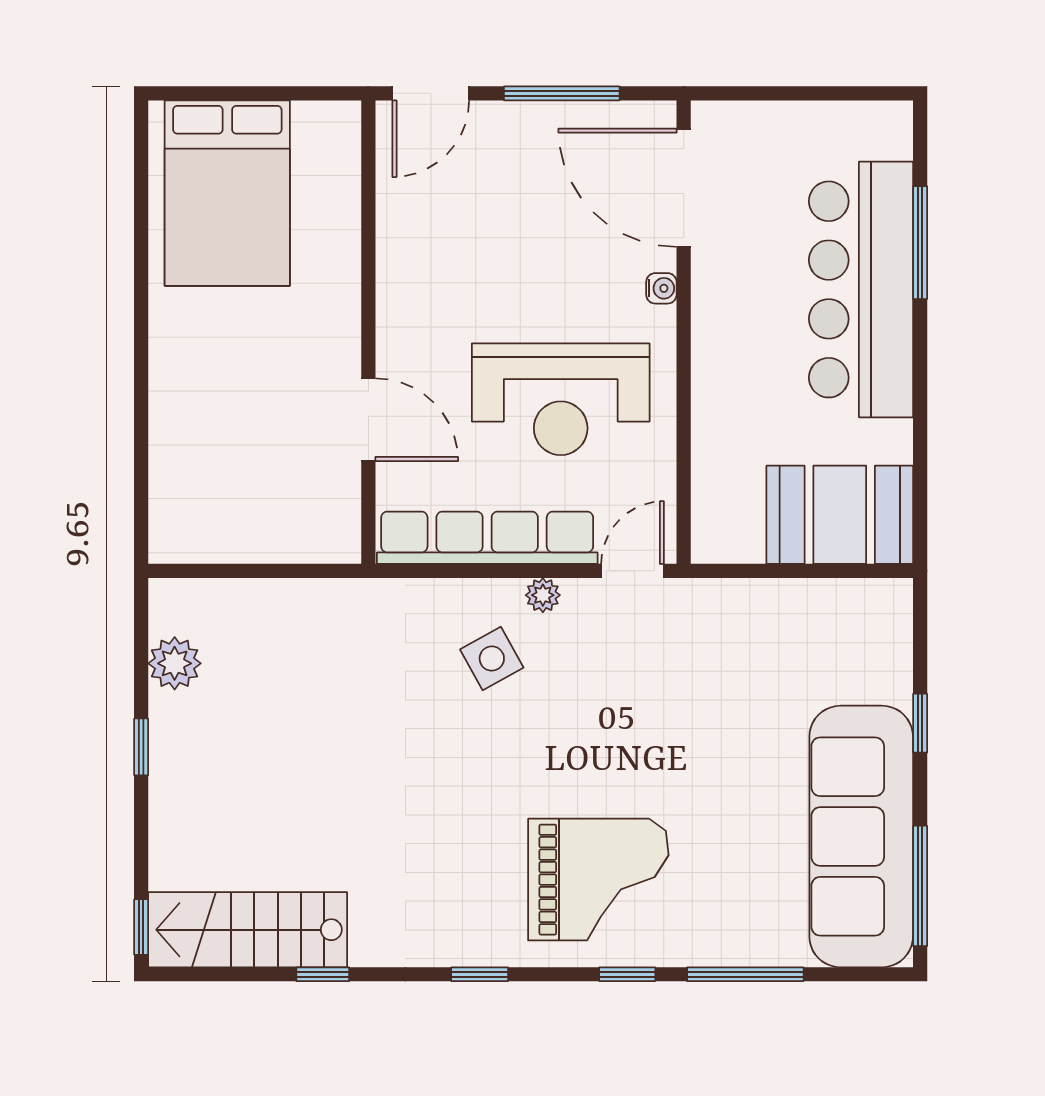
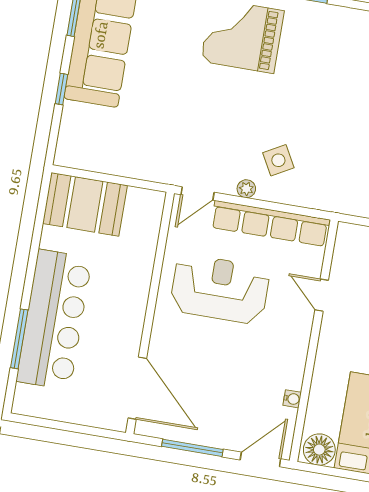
floor lamp: (324, 130) -> (319, 450), added
water cooler: (661, 288) -> (292, 399), moved, turned 180
door: (368, 420) -> (322, 295), width x0.73

